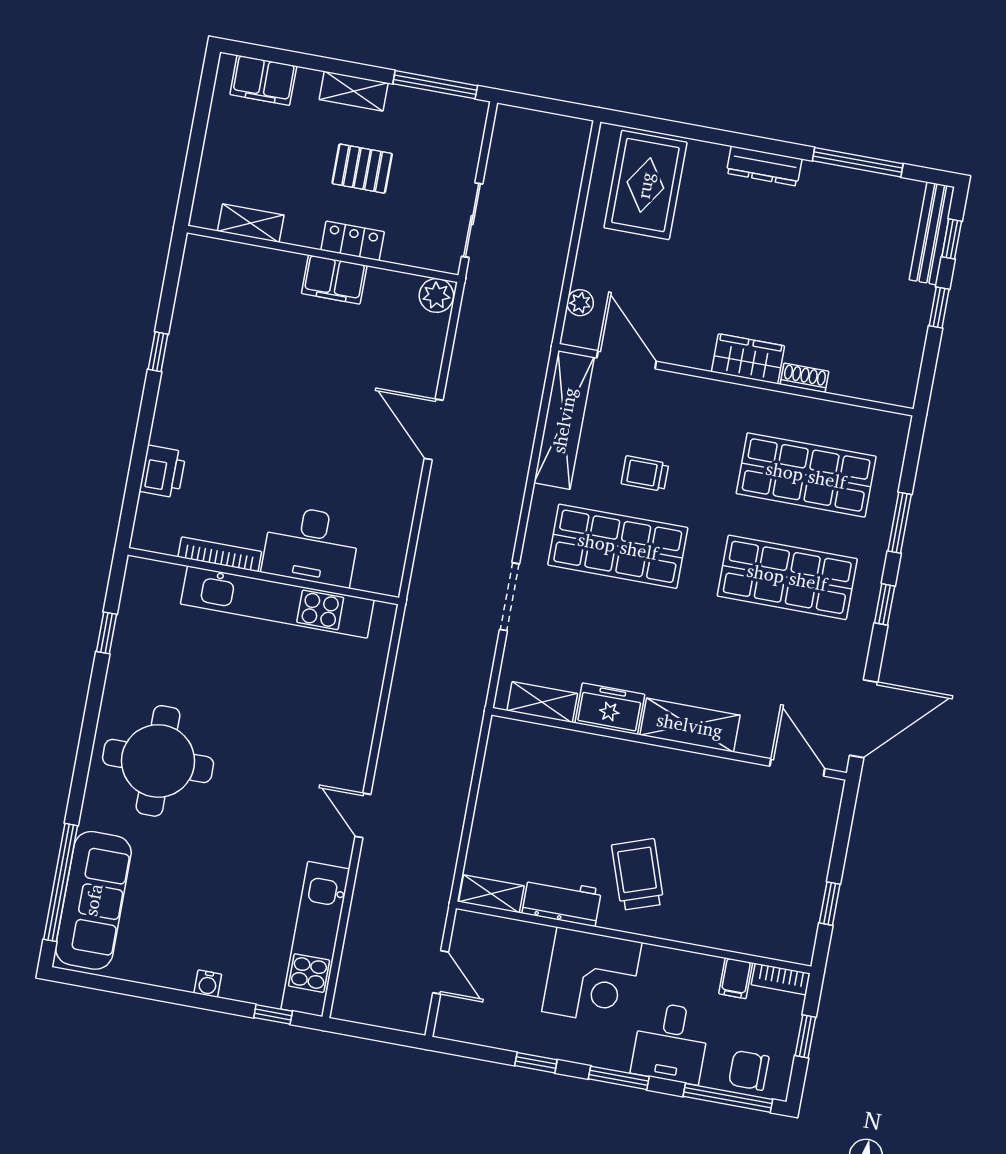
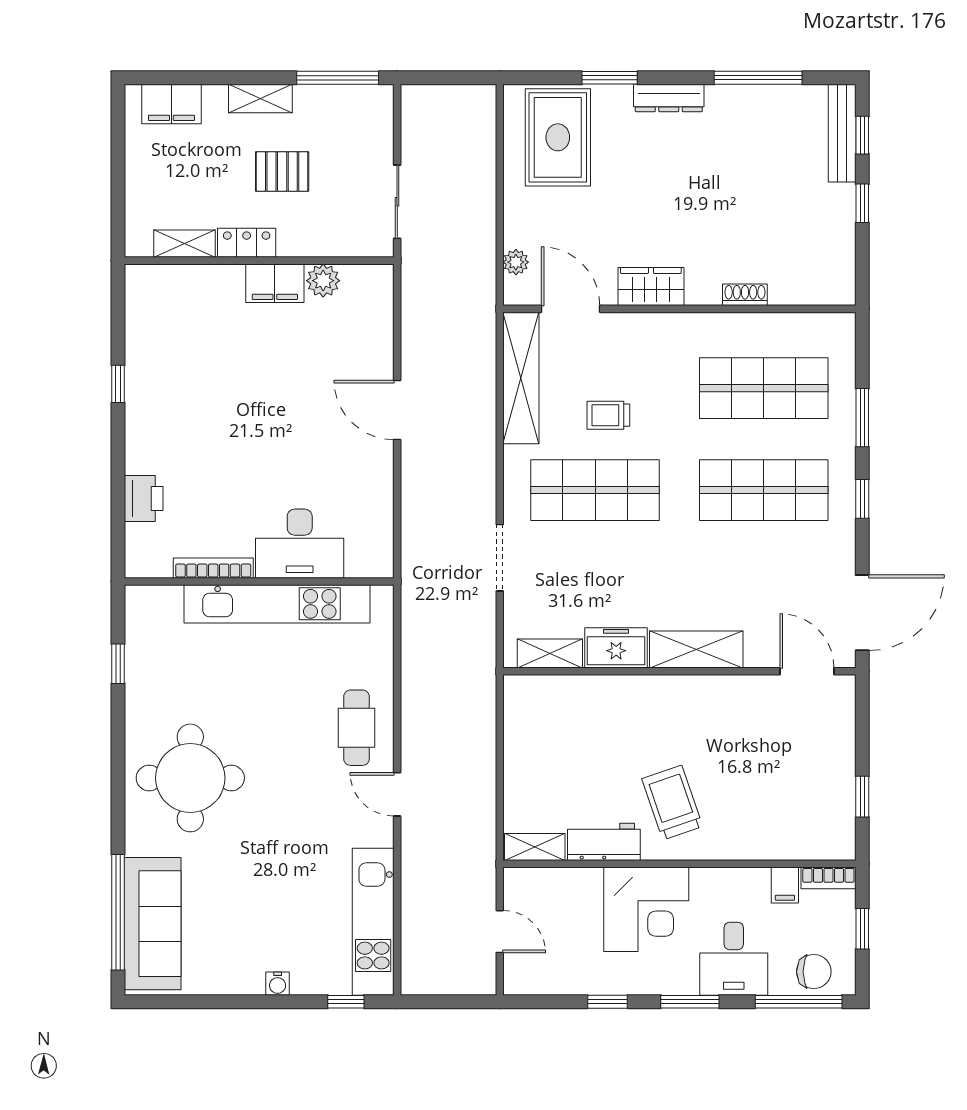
window: (708, 135) -> (610, 78), added
locker: (353, 241) -> (247, 243), moved
plant: (436, 295) -> (323, 281), moved
wardrobe: (748, 359) -> (651, 287), moved
cafe table: (334, 741) -> (357, 728), added
chair: (749, 1070) -> (814, 972), turned 180

